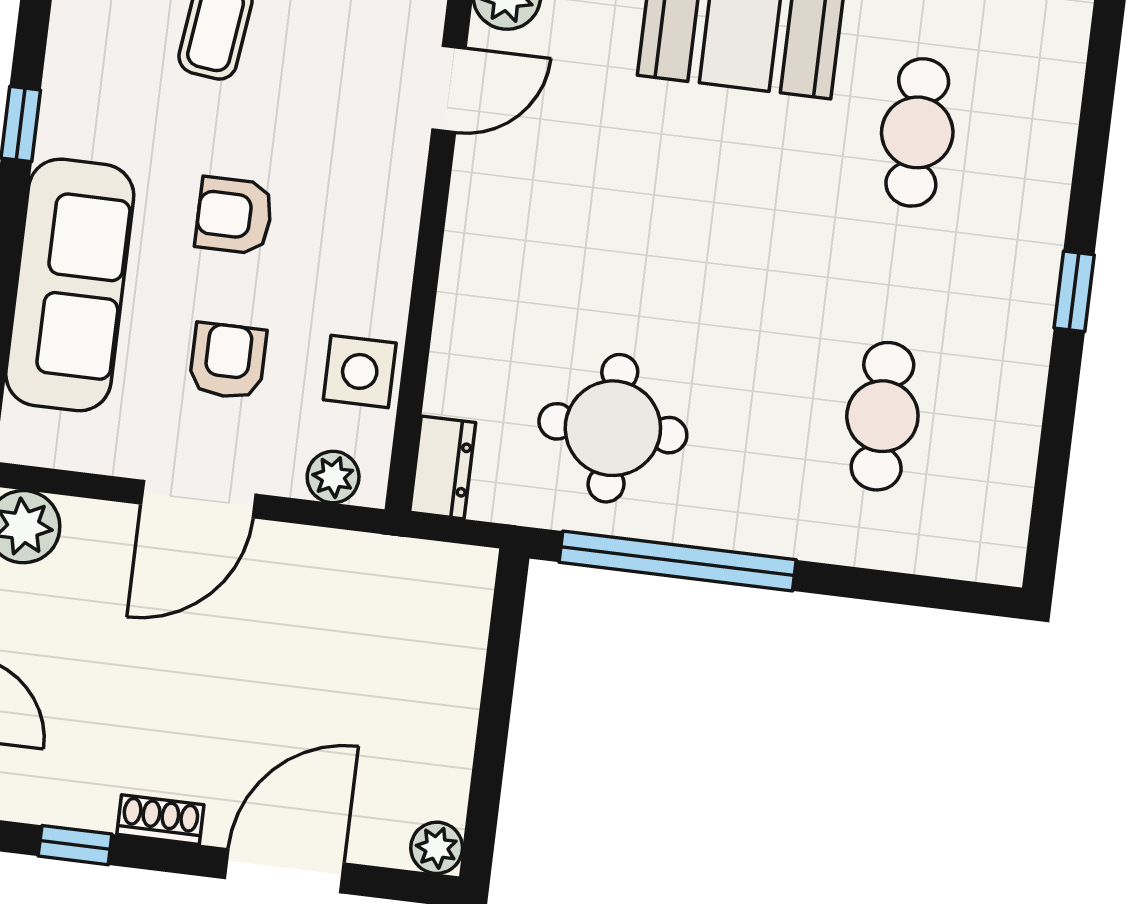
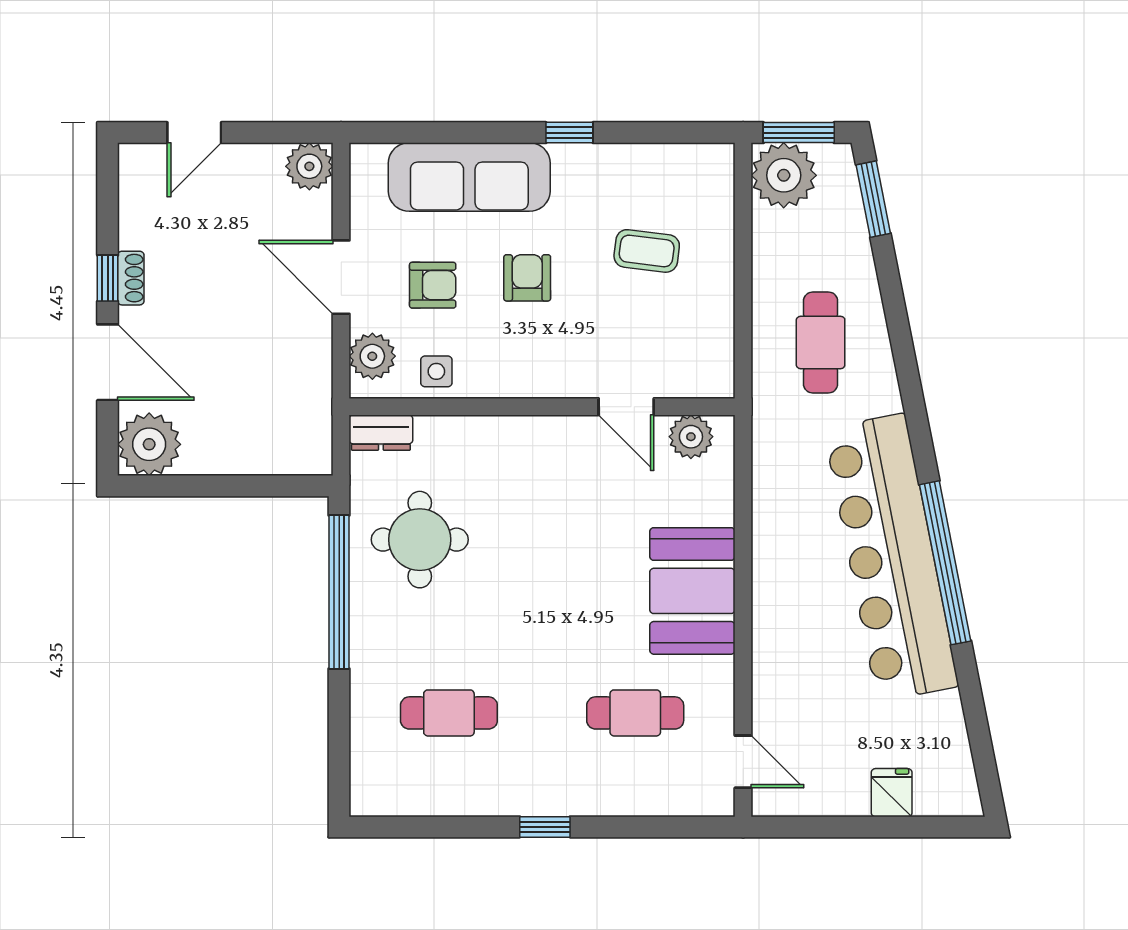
side table: (360, 371) -> (436, 371), width x0.73, depth x0.73
plant: (333, 477) -> (372, 356), width x1.38, depth x1.38
window: (75, 845) -> (108, 278), moved
plant: (437, 848) -> (149, 444), width x1.87, depth x1.87

